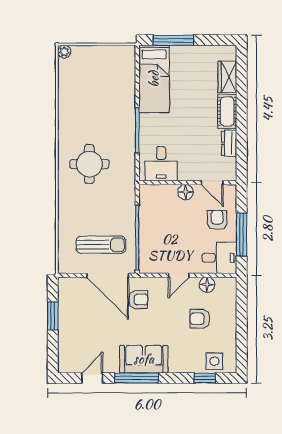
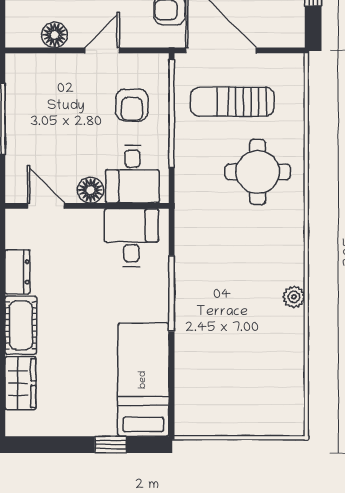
window: (173, 40) -> (111, 445), width x0.46
plant: (64, 52) -> (294, 297), moved
round table: (89, 164) -> (258, 172), moved
armchair: (217, 220) -> (132, 105), moved
desk: (219, 258) -> (132, 174), moved, turned -90

